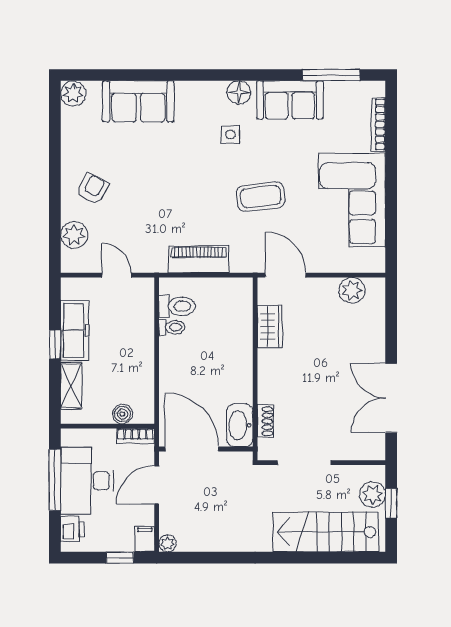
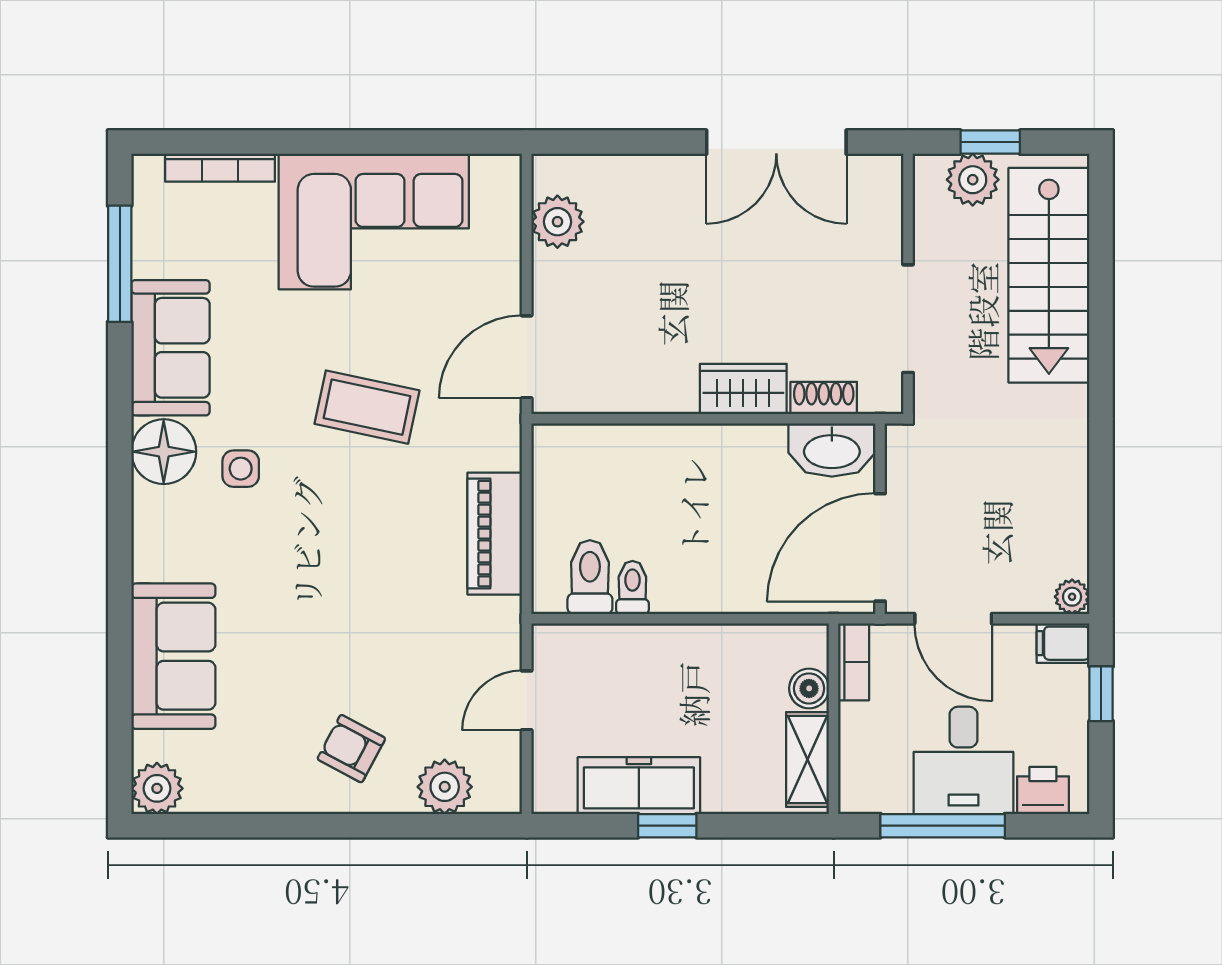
floor lamp: (239, 92) -> (164, 452), width x1.38, depth x1.38
coffee table: (261, 197) -> (367, 407), turned -71
wardrobe: (270, 327) -> (743, 389), moved
shelving: (71, 386) -> (808, 760), moved, turned 90
desk: (87, 481) -> (964, 760), width x0.73

